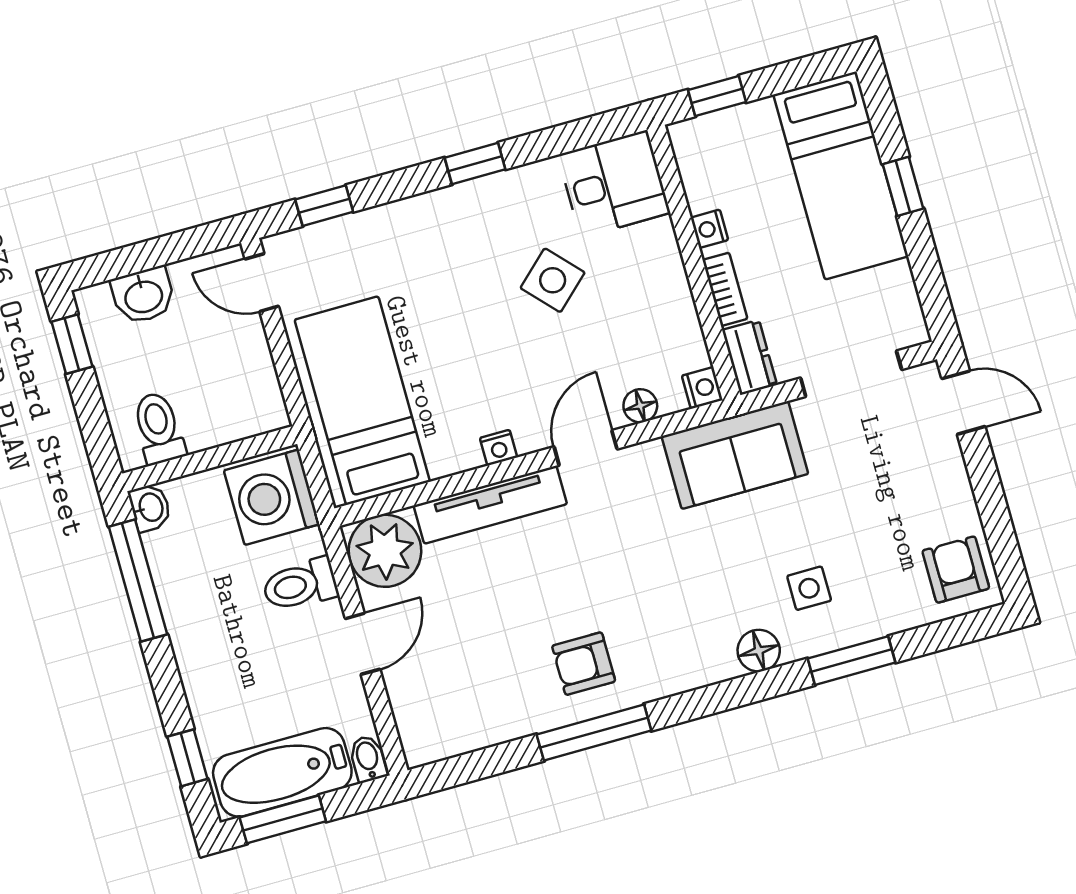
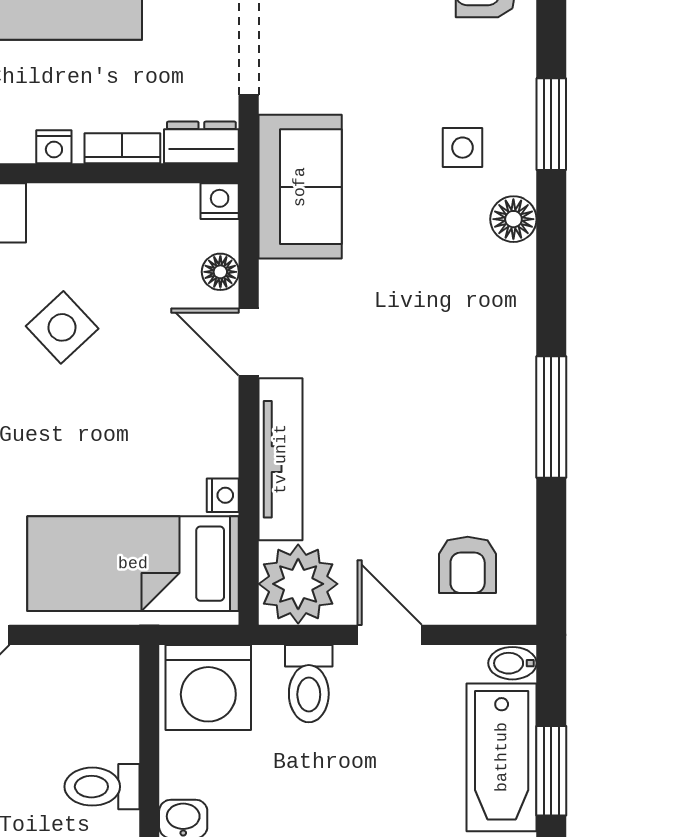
nightstand: (499, 448) -> (223, 495), moved
armchair: (584, 664) -> (468, 565), moved

